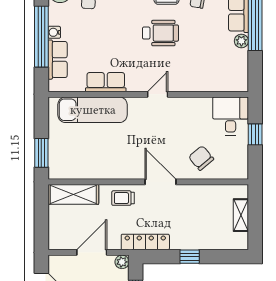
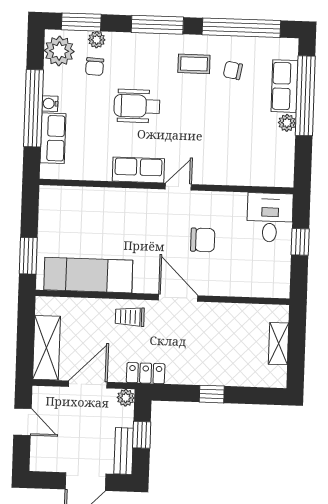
wheelchair: (161, 33) -> (137, 106), moved, turned 180
row of seats: (106, 82) -> (138, 170), moved
exam couch: (93, 110) -> (88, 275), moved, turned 180
chair: (201, 158) -> (203, 240), moved, turned 130
shelving: (73, 194) -> (46, 348), moved, turned 90
locker: (145, 242) -> (146, 373), width x0.66

